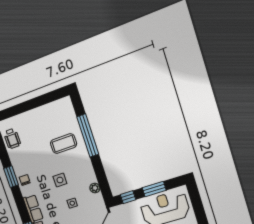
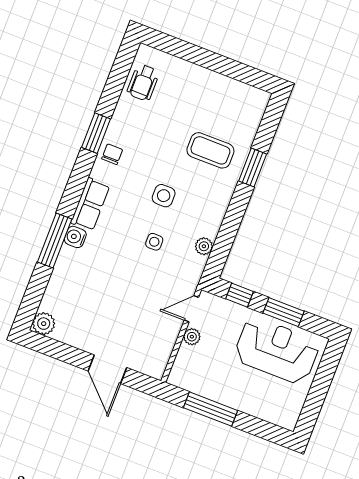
window: (88, 136) -> (253, 167), width x0.47

